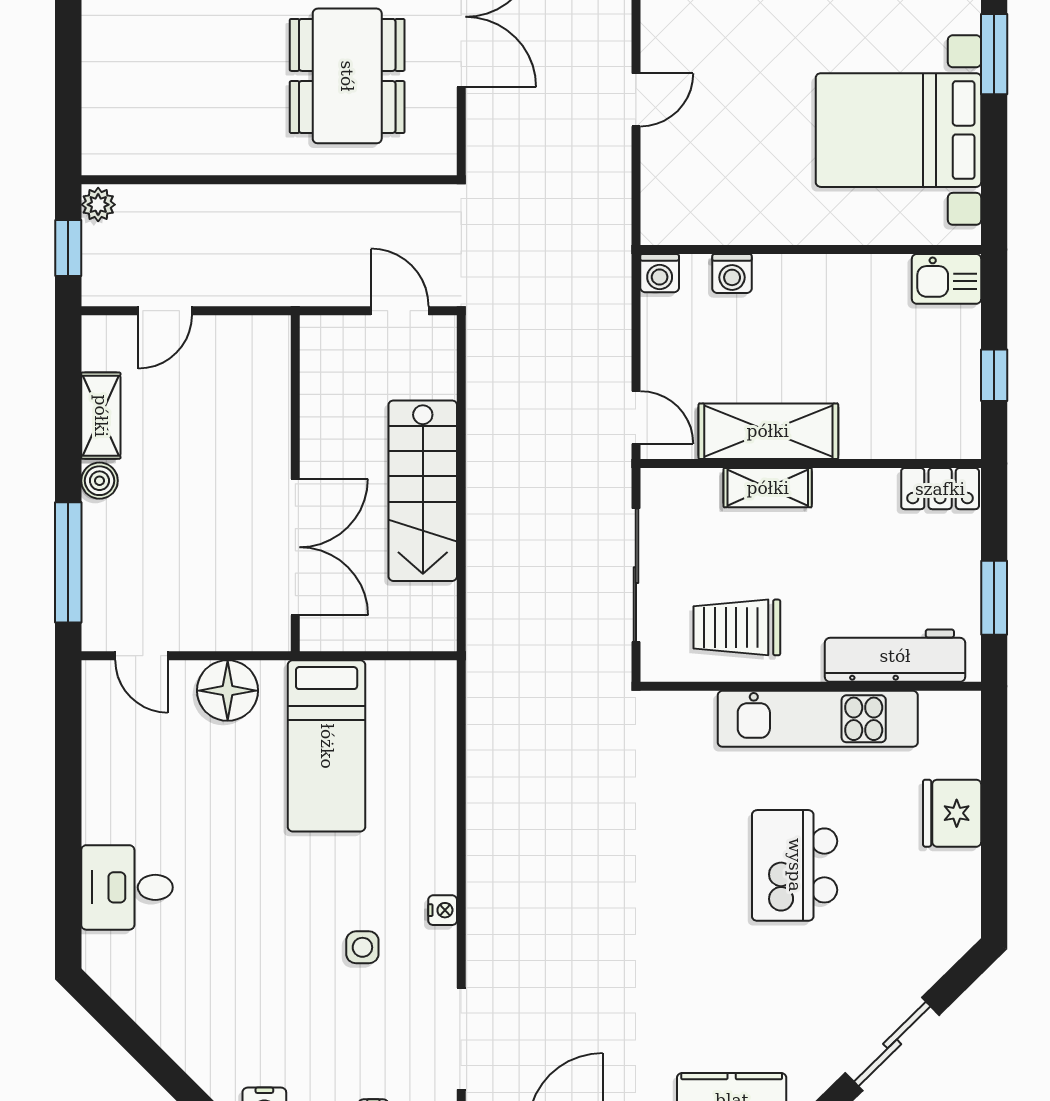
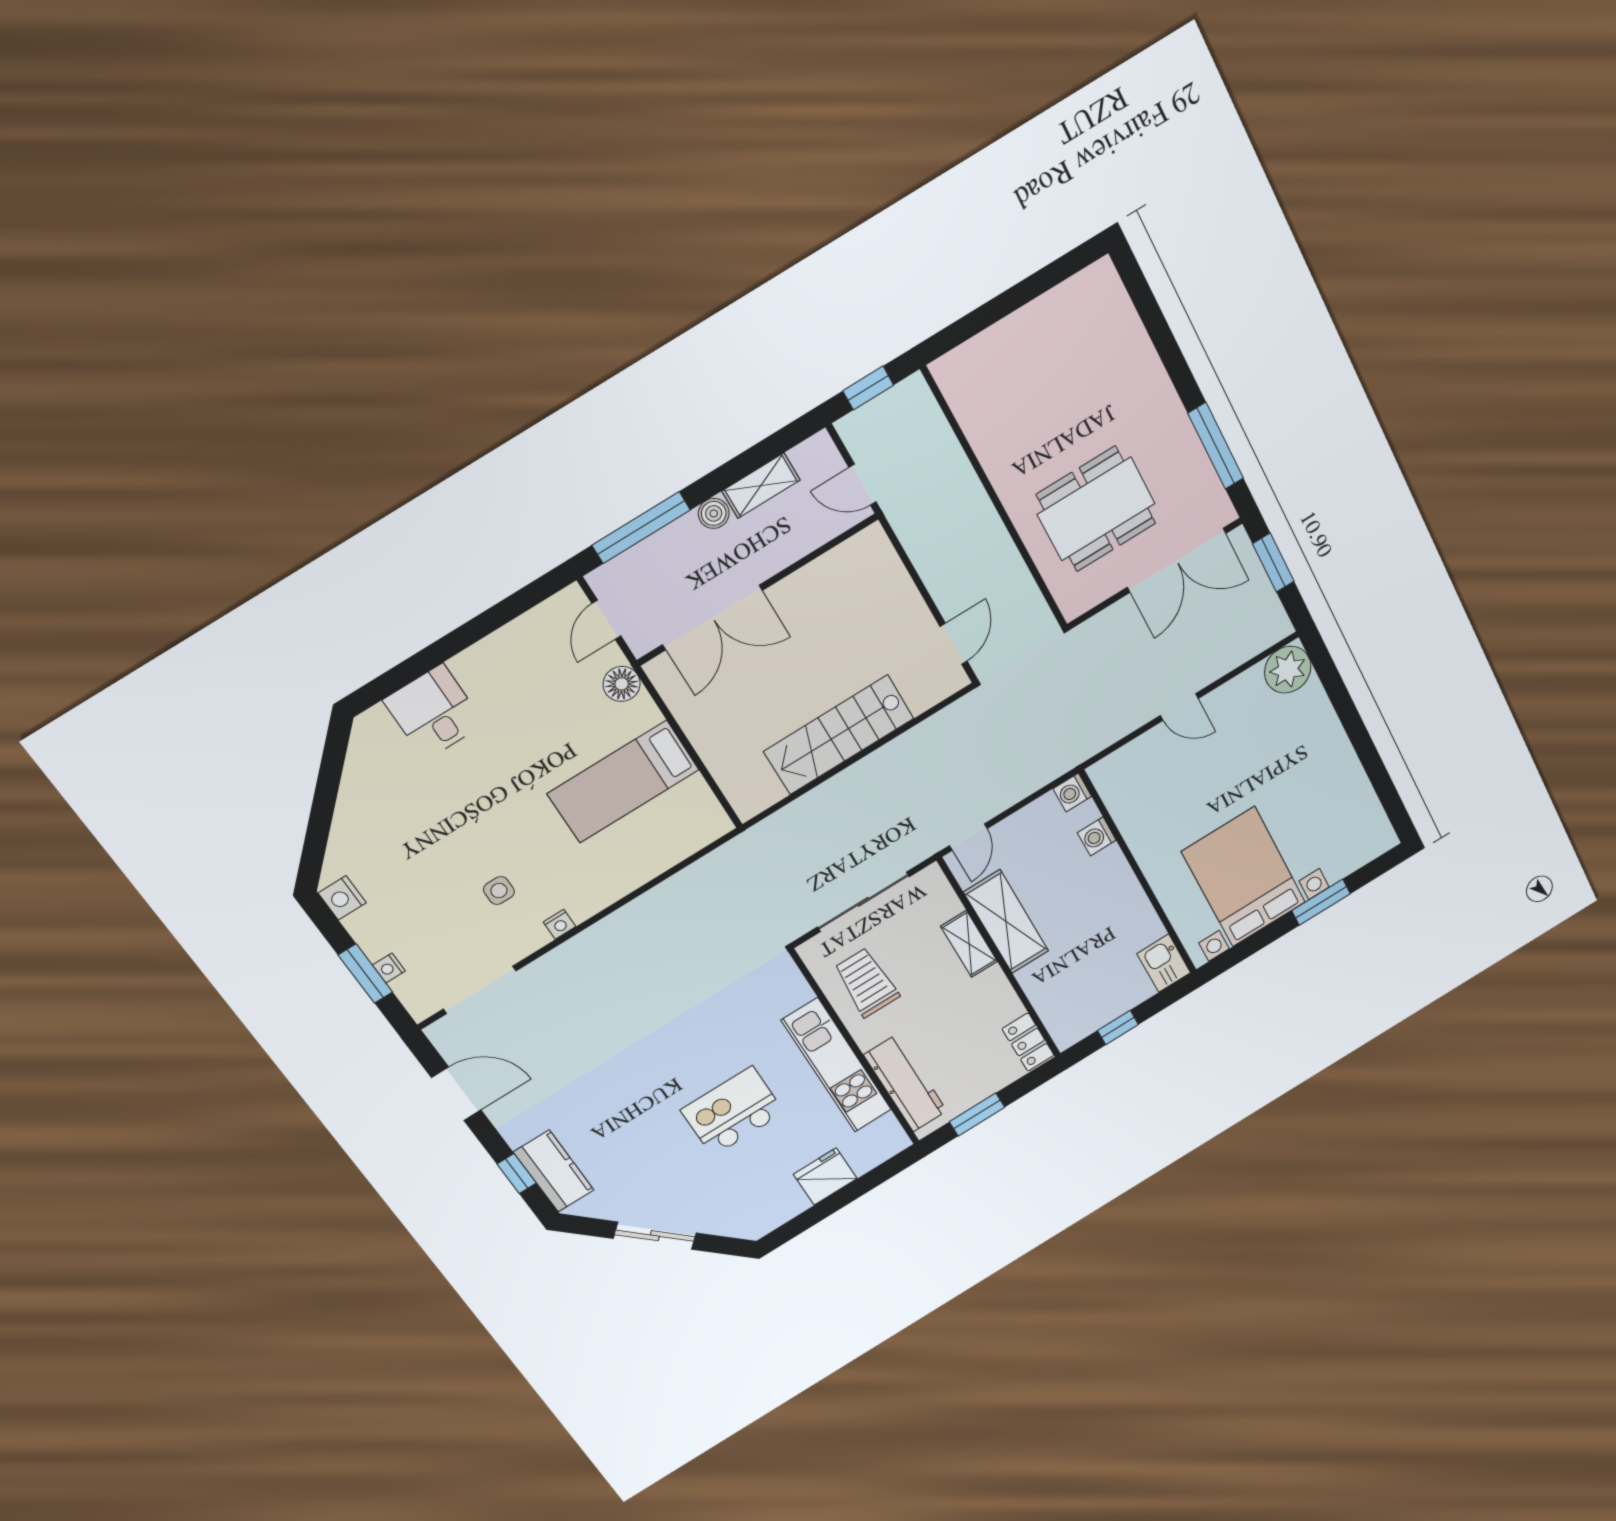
plant: (98, 205) -> (912, 390), removed
wall: (295, 483) -> (758, 590), moved
double door: (295, 547) -> (712, 618), moved
floor lamp: (228, 691) -> (622, 684), width x0.73, depth x0.73

